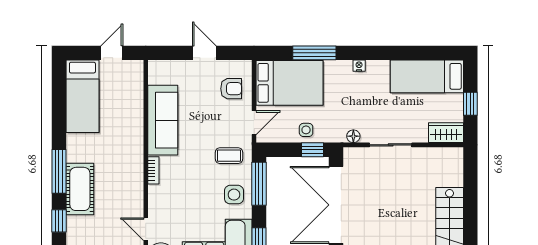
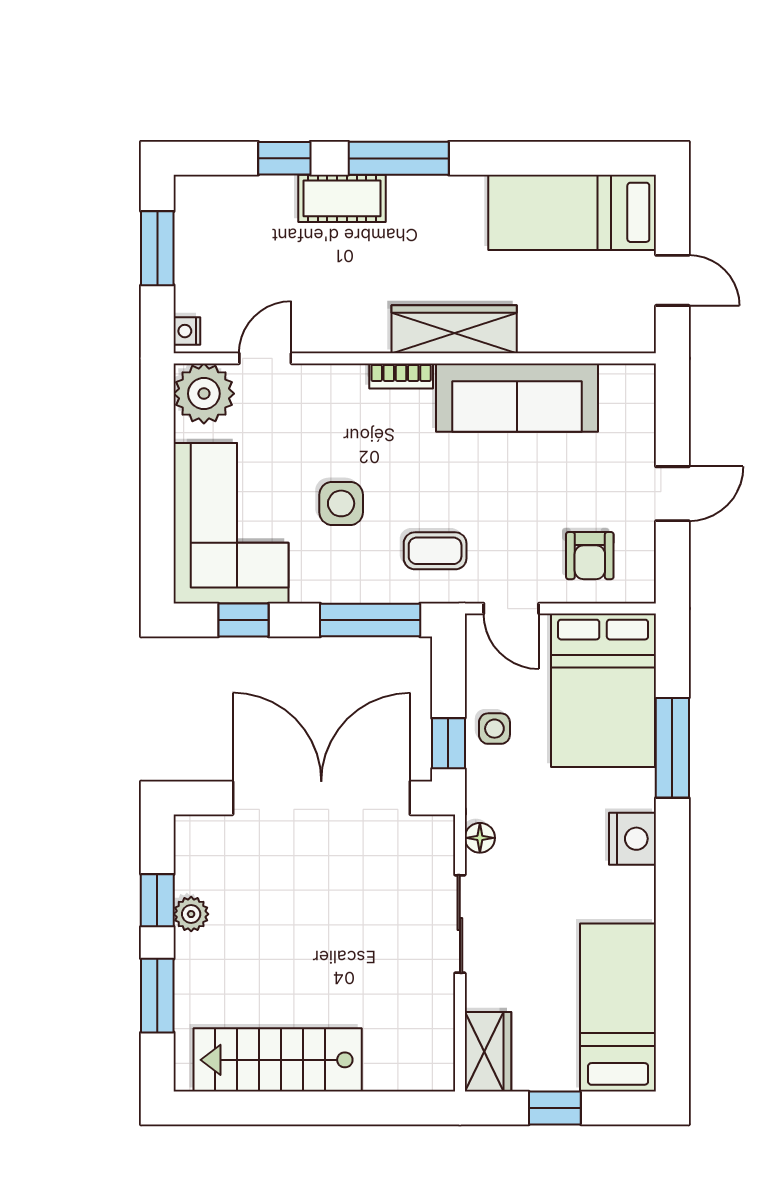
nightstand: (359, 66) -> (633, 839), width x1.89, depth x1.79
wardrobe: (133, 147) -> (454, 329), added
coffee table: (229, 156) -> (435, 551), turned 90
cot: (80, 189) -> (342, 198), width x0.73, depth x0.75
side table: (234, 195) -> (341, 503), moved

